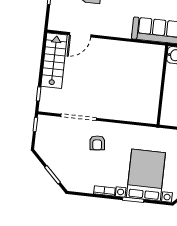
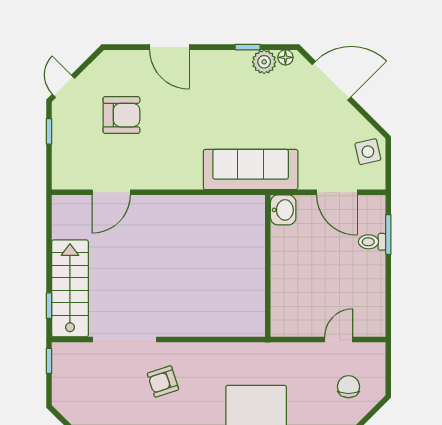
stairs: (54, 61) -> (70, 288), moved
armchair: (97, 143) -> (163, 381), turned 78

